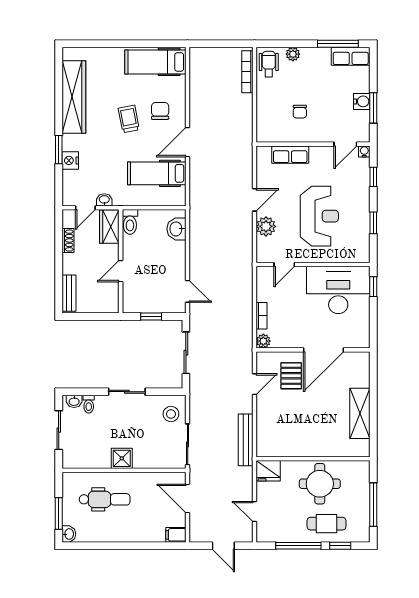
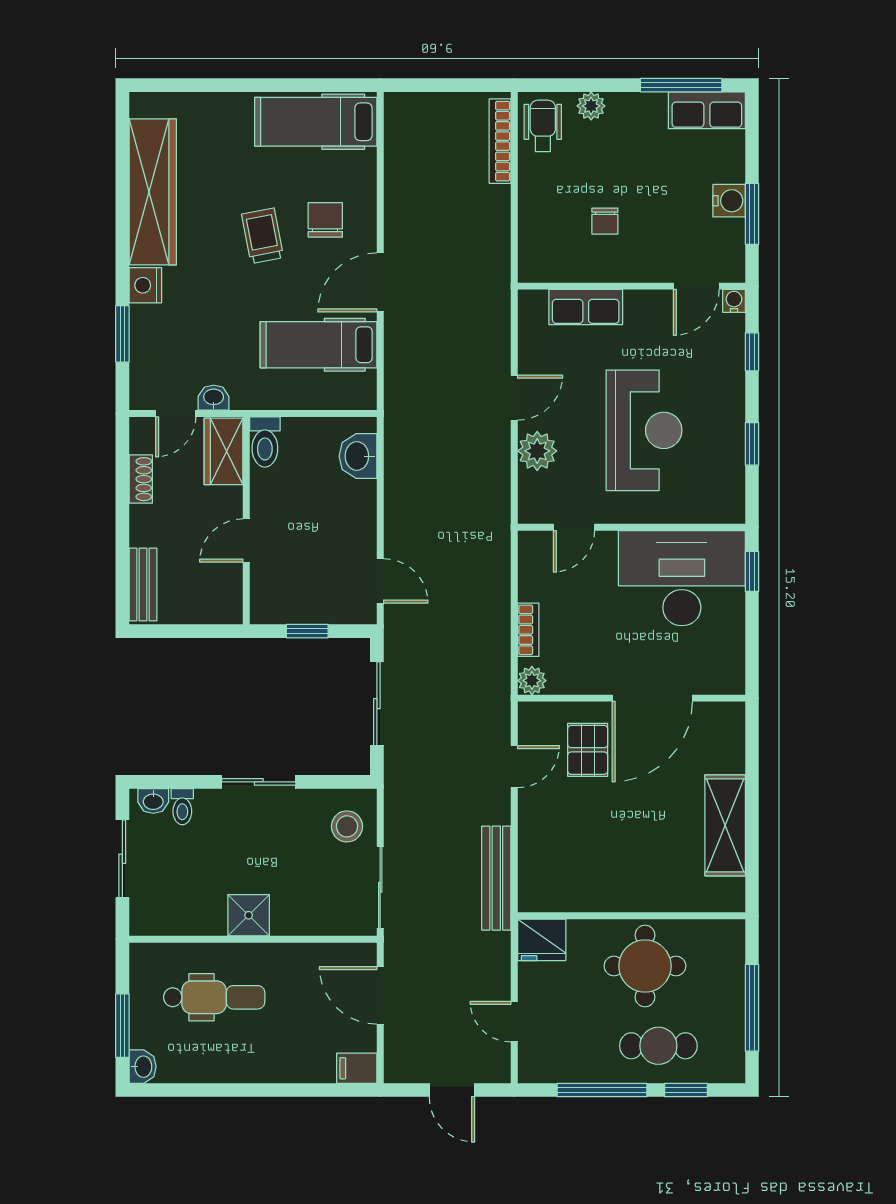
window: (59, 150) -> (122, 334), moved
nightstand: (70, 160) -> (145, 285), moved

